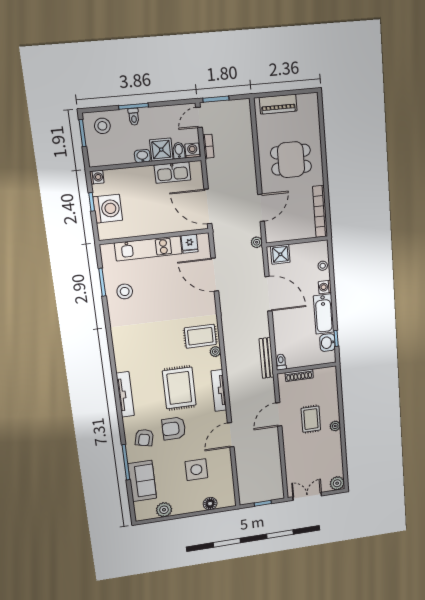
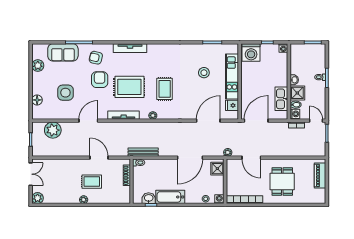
stool: (102, 126) -> (316, 56), removed
washing machine: (108, 209) -> (251, 53), moved
washing machine: (325, 287) -> (219, 199), moved
stool: (125, 291) -> (204, 73), moved
rug: (200, 336) -> (165, 89), moved
door: (231, 435) -> (88, 121), hinge flipped
plant: (248, 478) -> (53, 130), added

